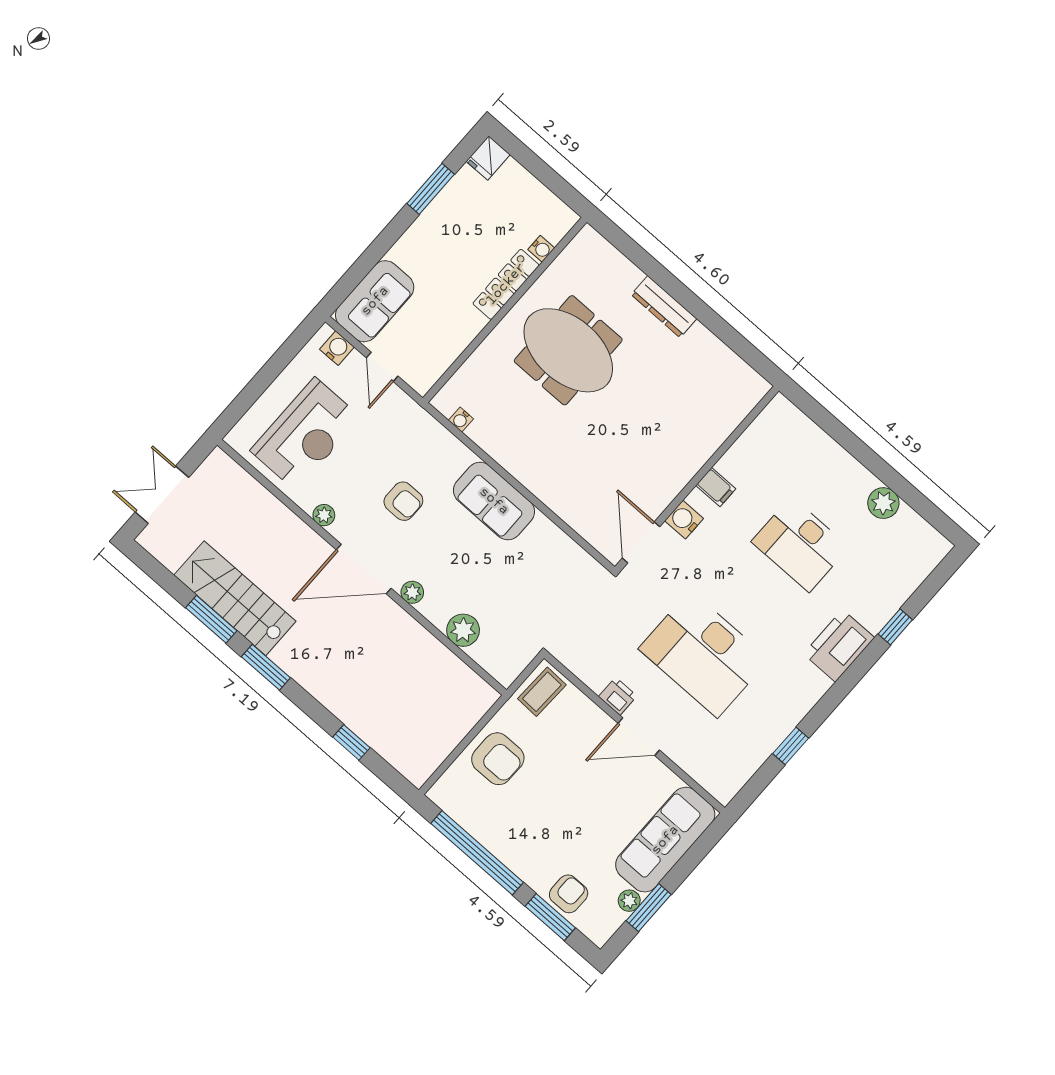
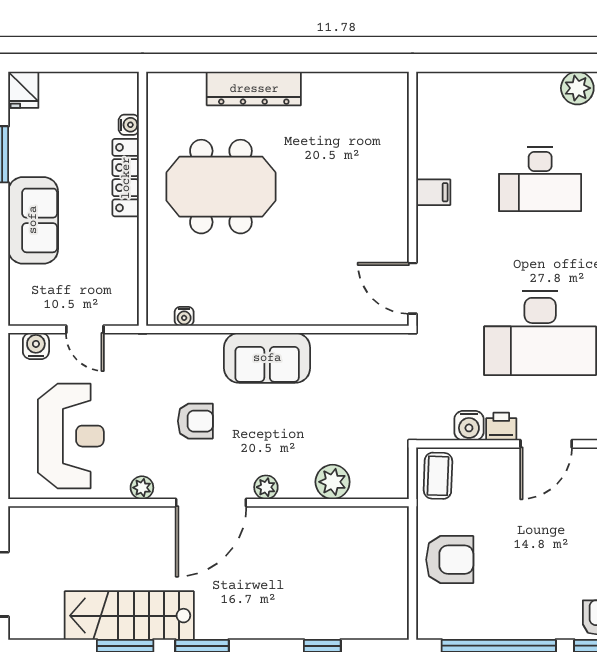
sofa: (375, 301) -> (33, 220), moved
dresser: (664, 307) -> (254, 89), width x1.37, depth x1.24
water cooler: (684, 520) -> (469, 426), moved, turned -90

